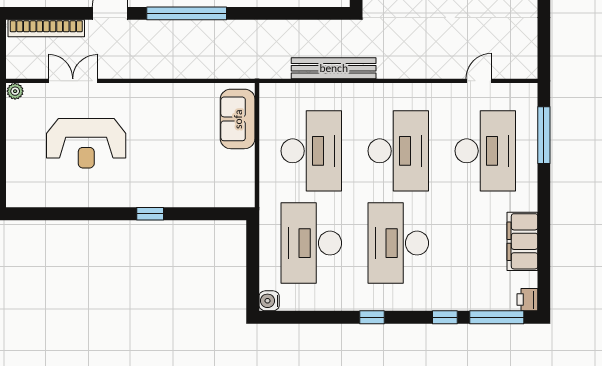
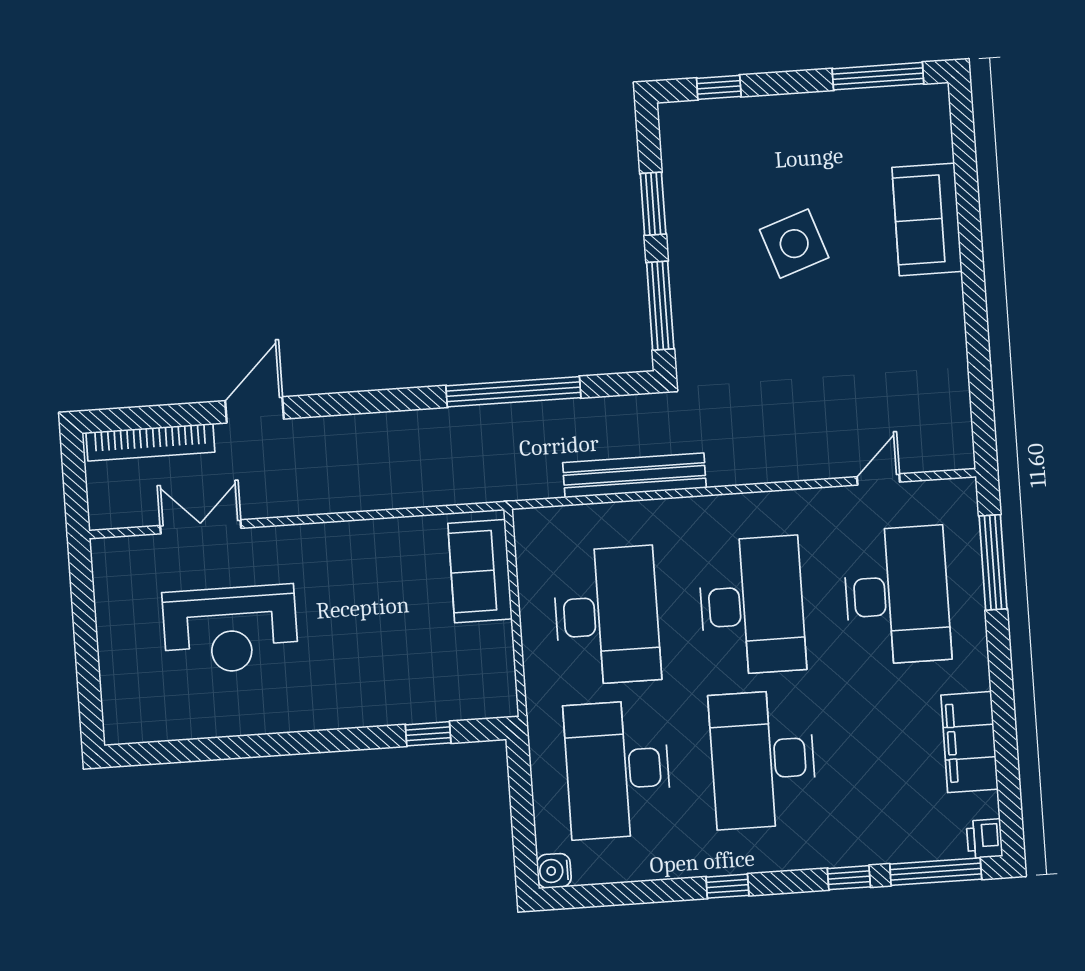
window: (187, 13) -> (513, 392), moved
plant: (15, 91) -> (106, 551), removed
window: (150, 214) -> (428, 734), moved

